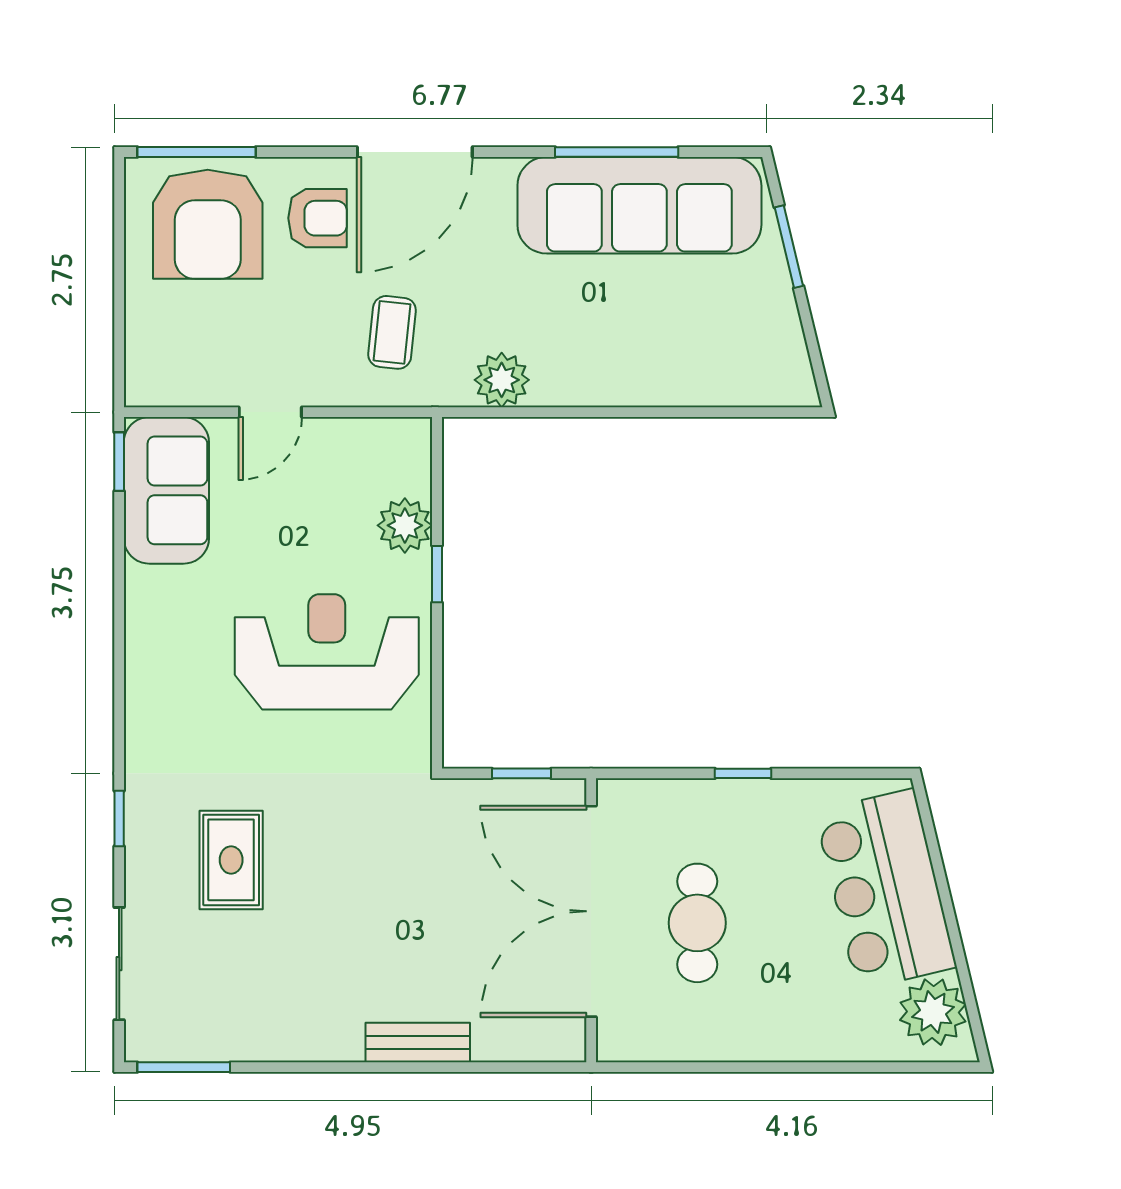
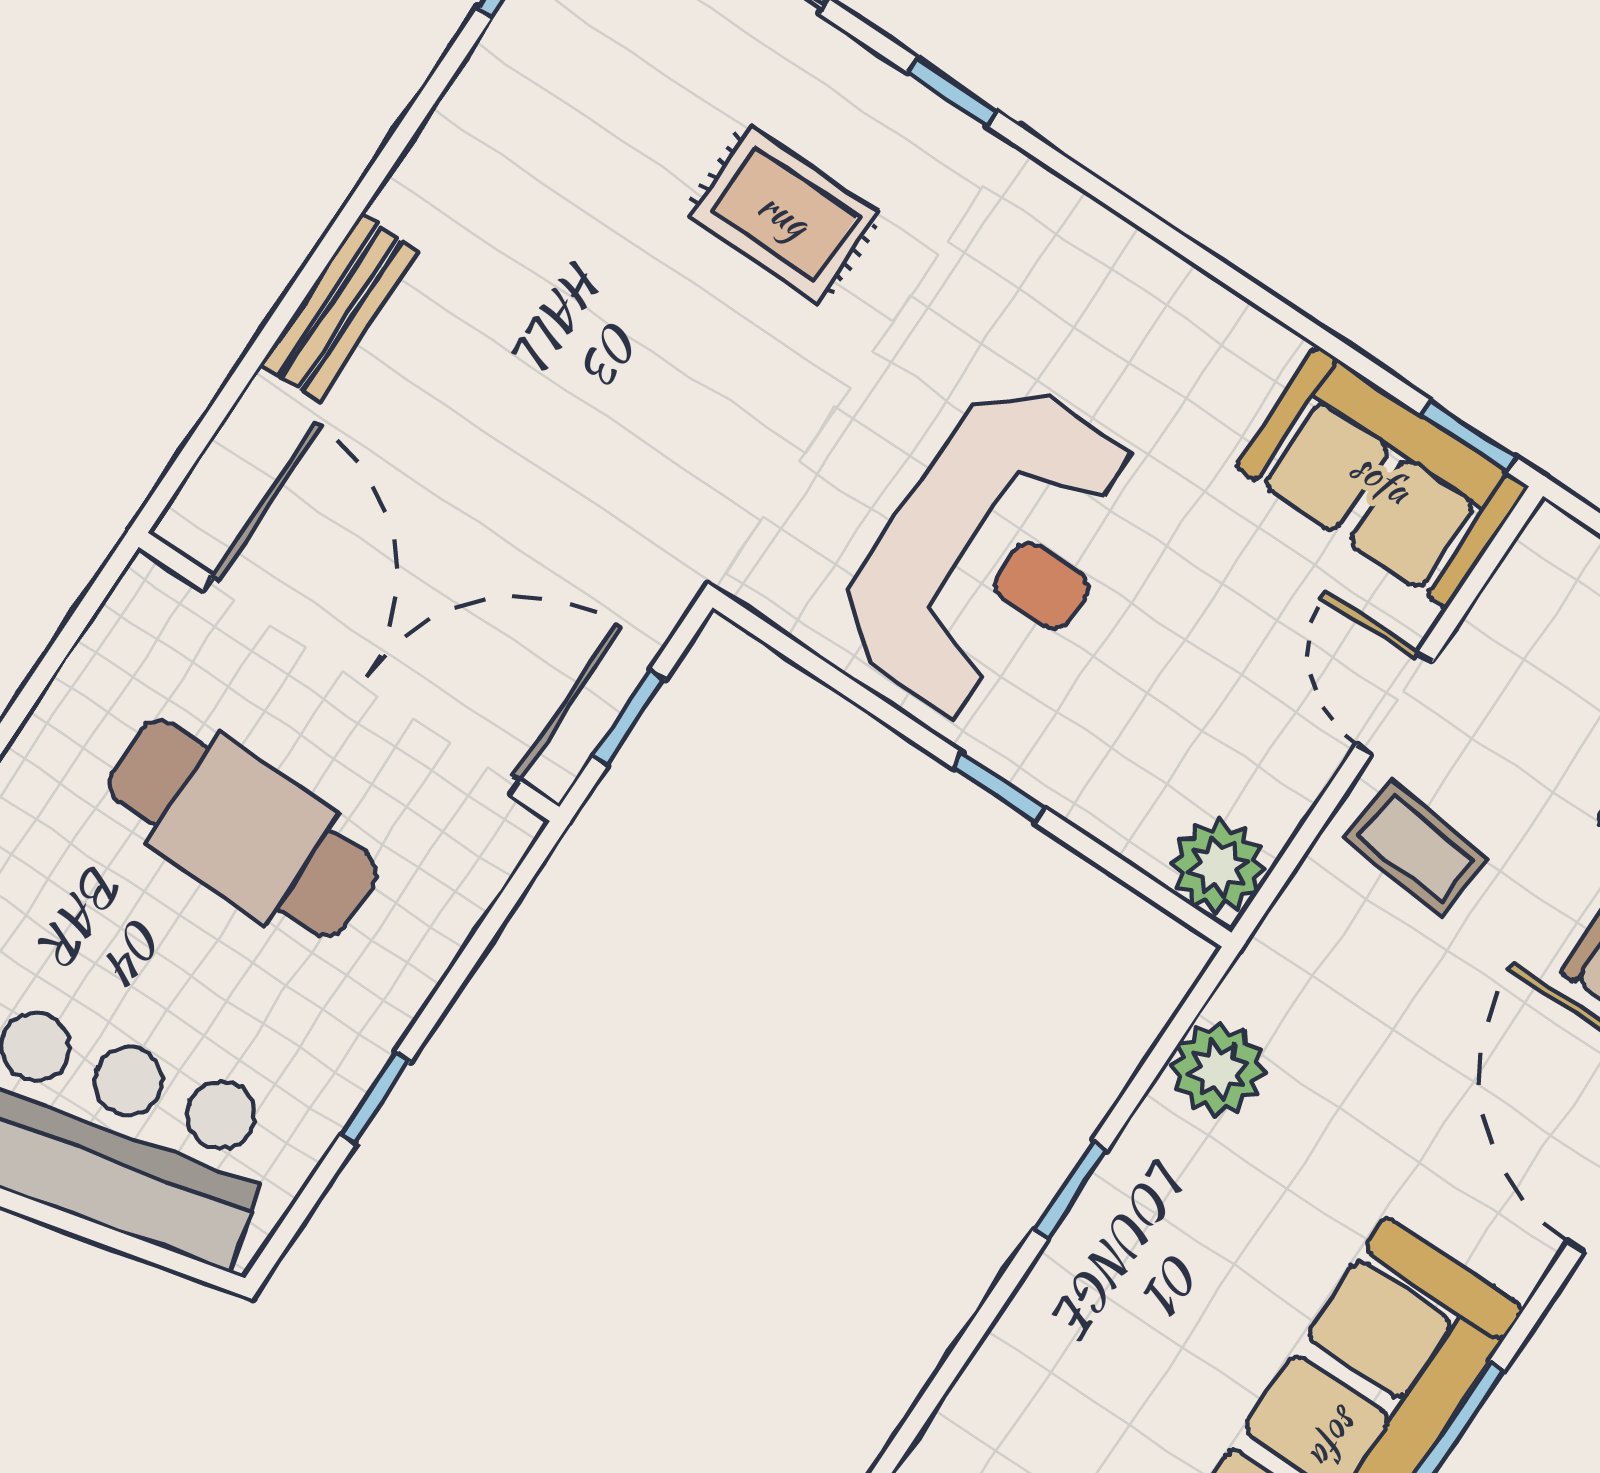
coffee table: (392, 332) -> (1416, 848), moved
window: (606, 412) -> (1070, 1190), added
plant: (405, 525) -> (1218, 867), moved
window: (743, 773) -> (376, 1098), moved
cafe table: (697, 923) -> (243, 828), width x1.37, depth x1.35

